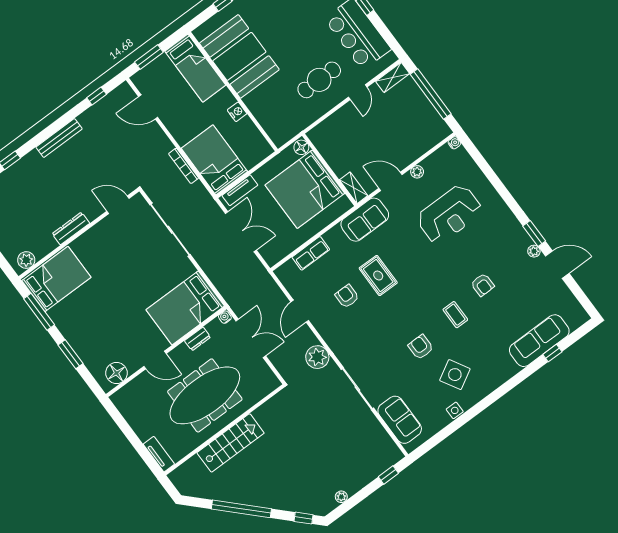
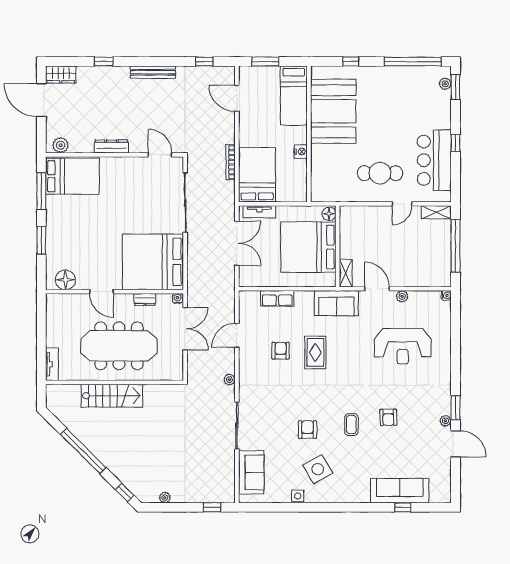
bed: (185, 308) -> (153, 262), width x1.36
plant: (317, 357) -> (229, 380), width x0.53, depth x0.53

